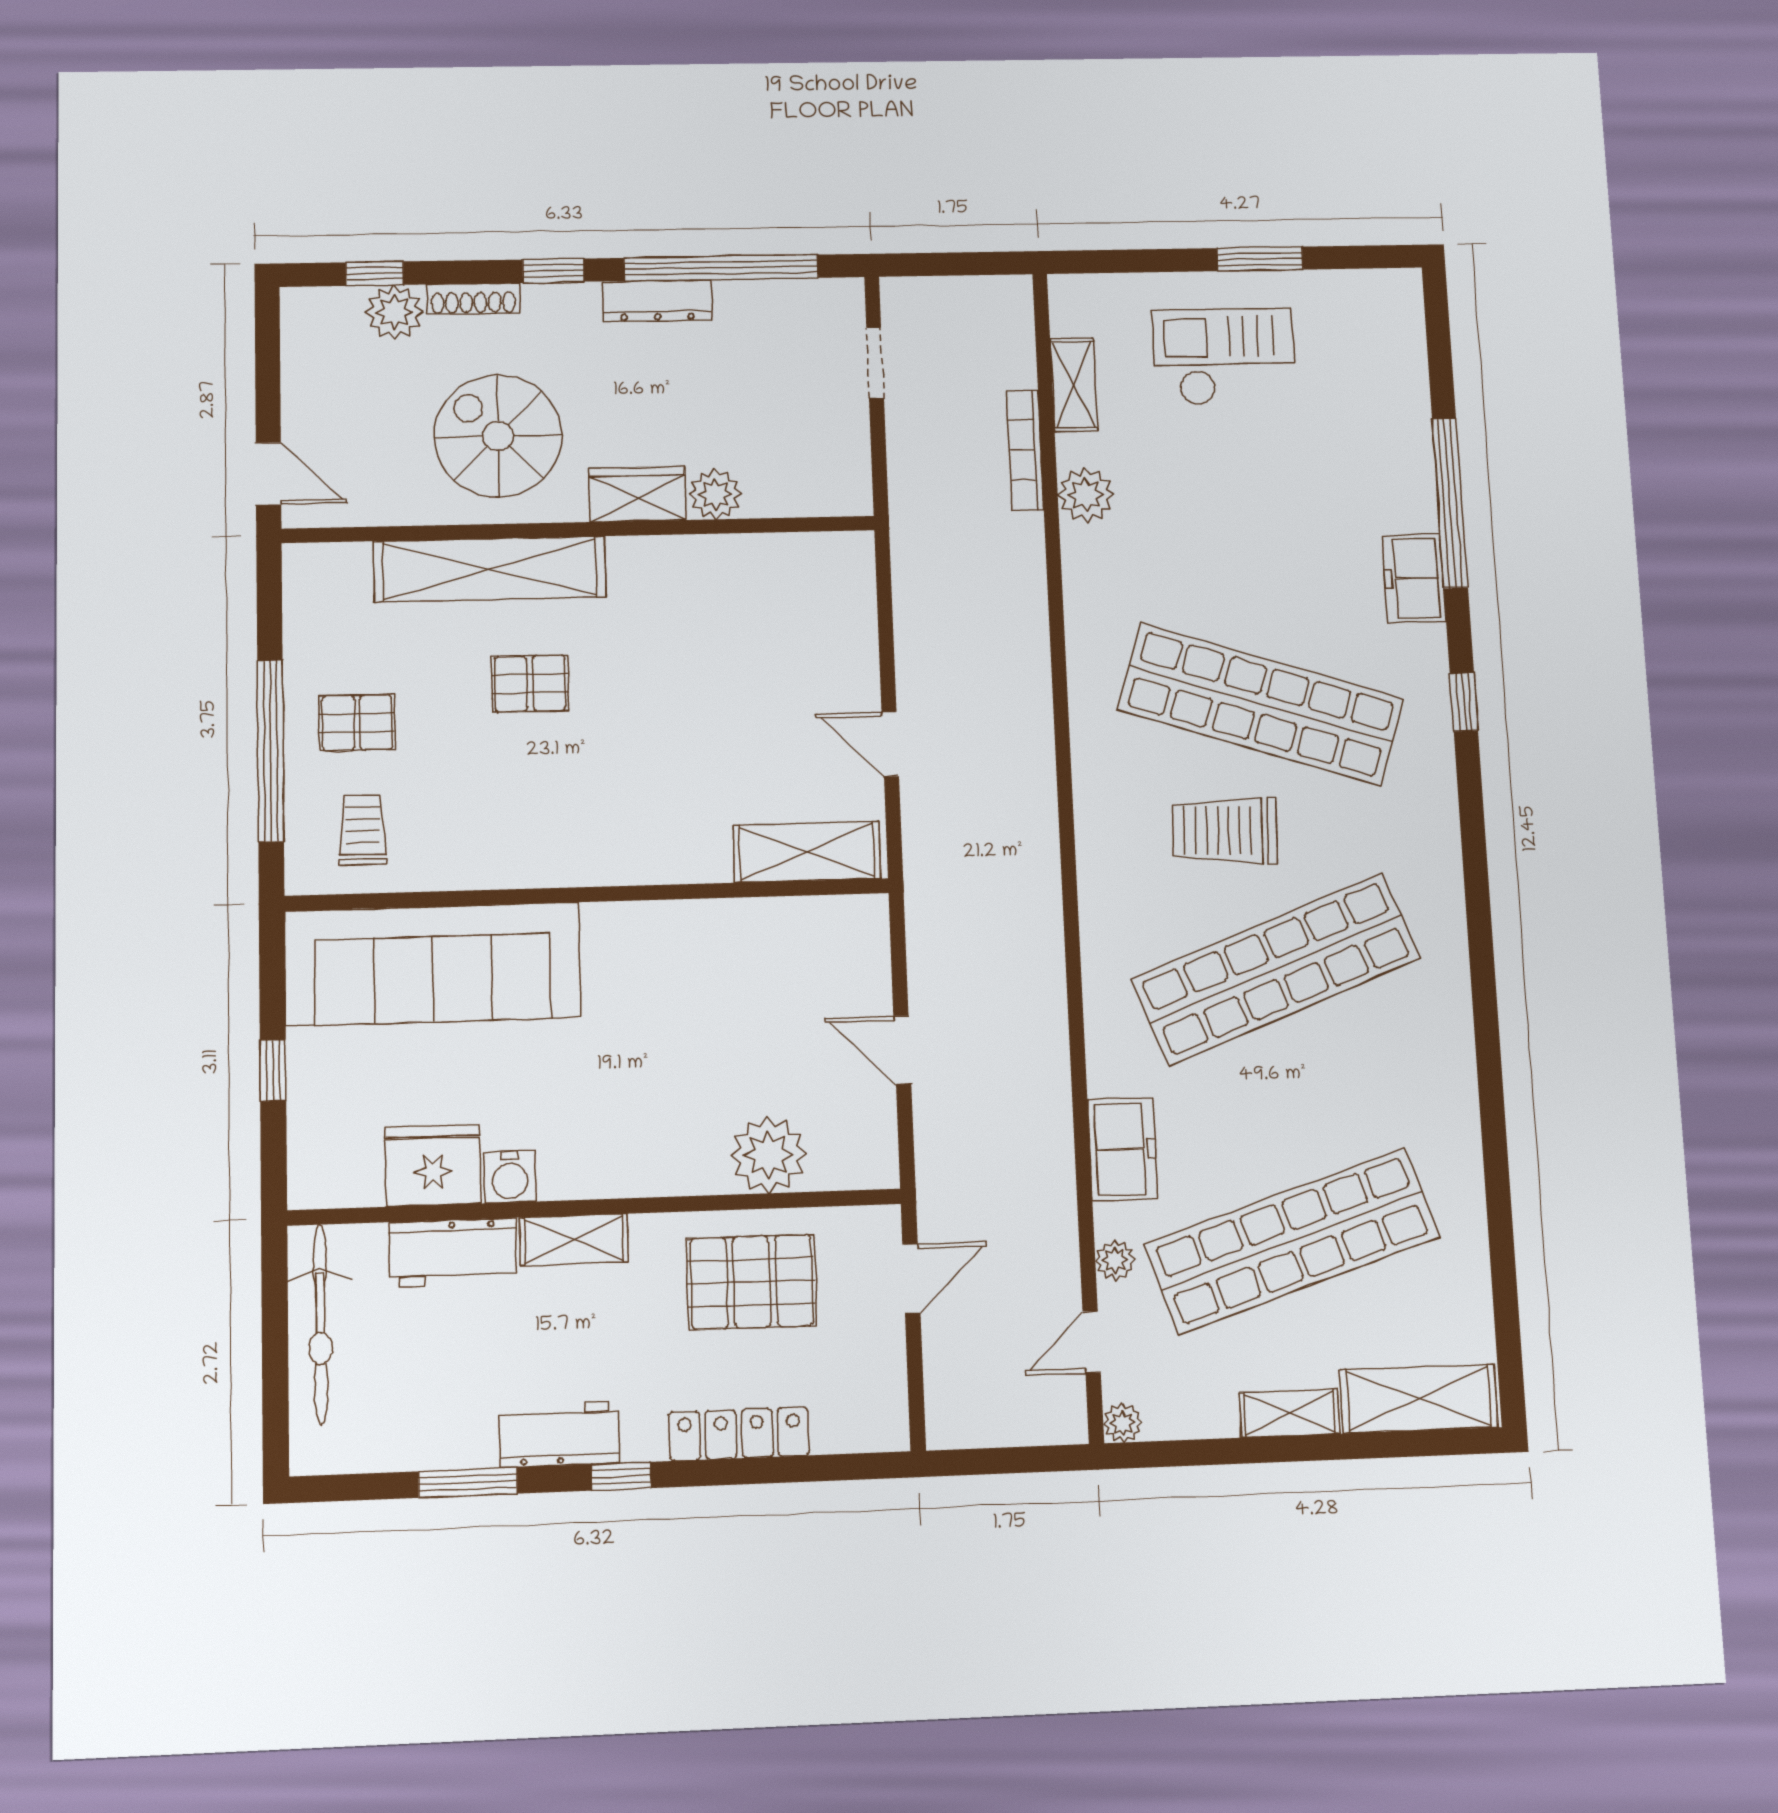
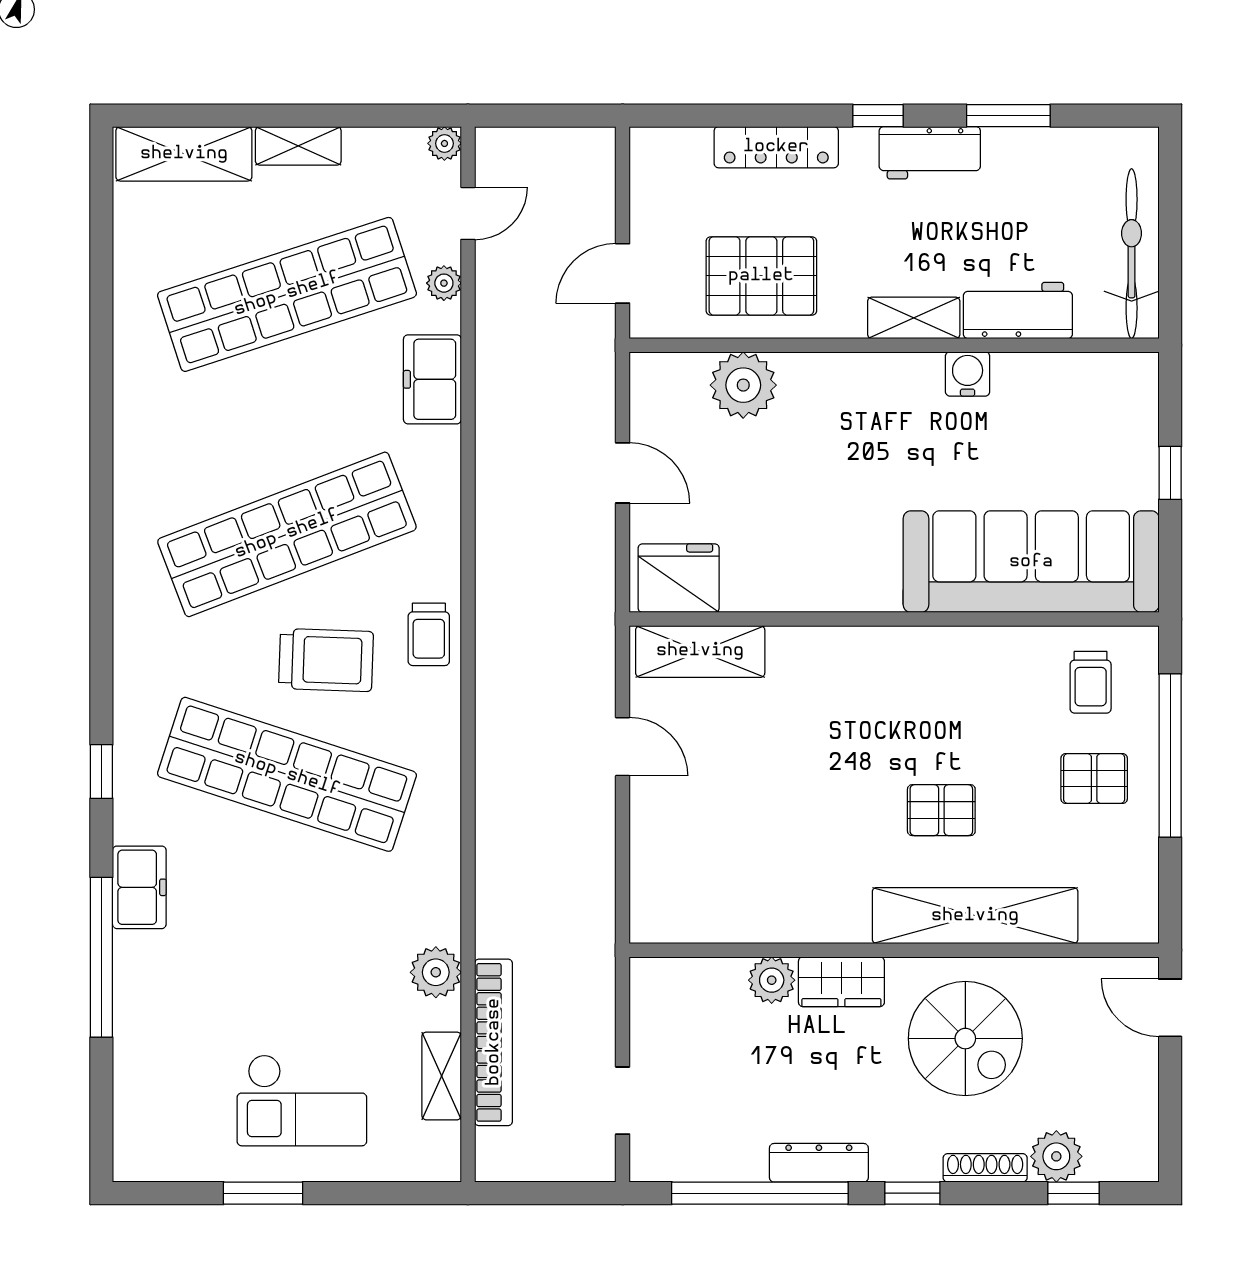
bookcase: (1025, 450) -> (494, 1042), width x1.48, depth x1.31
trolley: (1112, 862) -> (429, 634), added
fridge: (433, 1165) -> (679, 578), moved, turned 180

